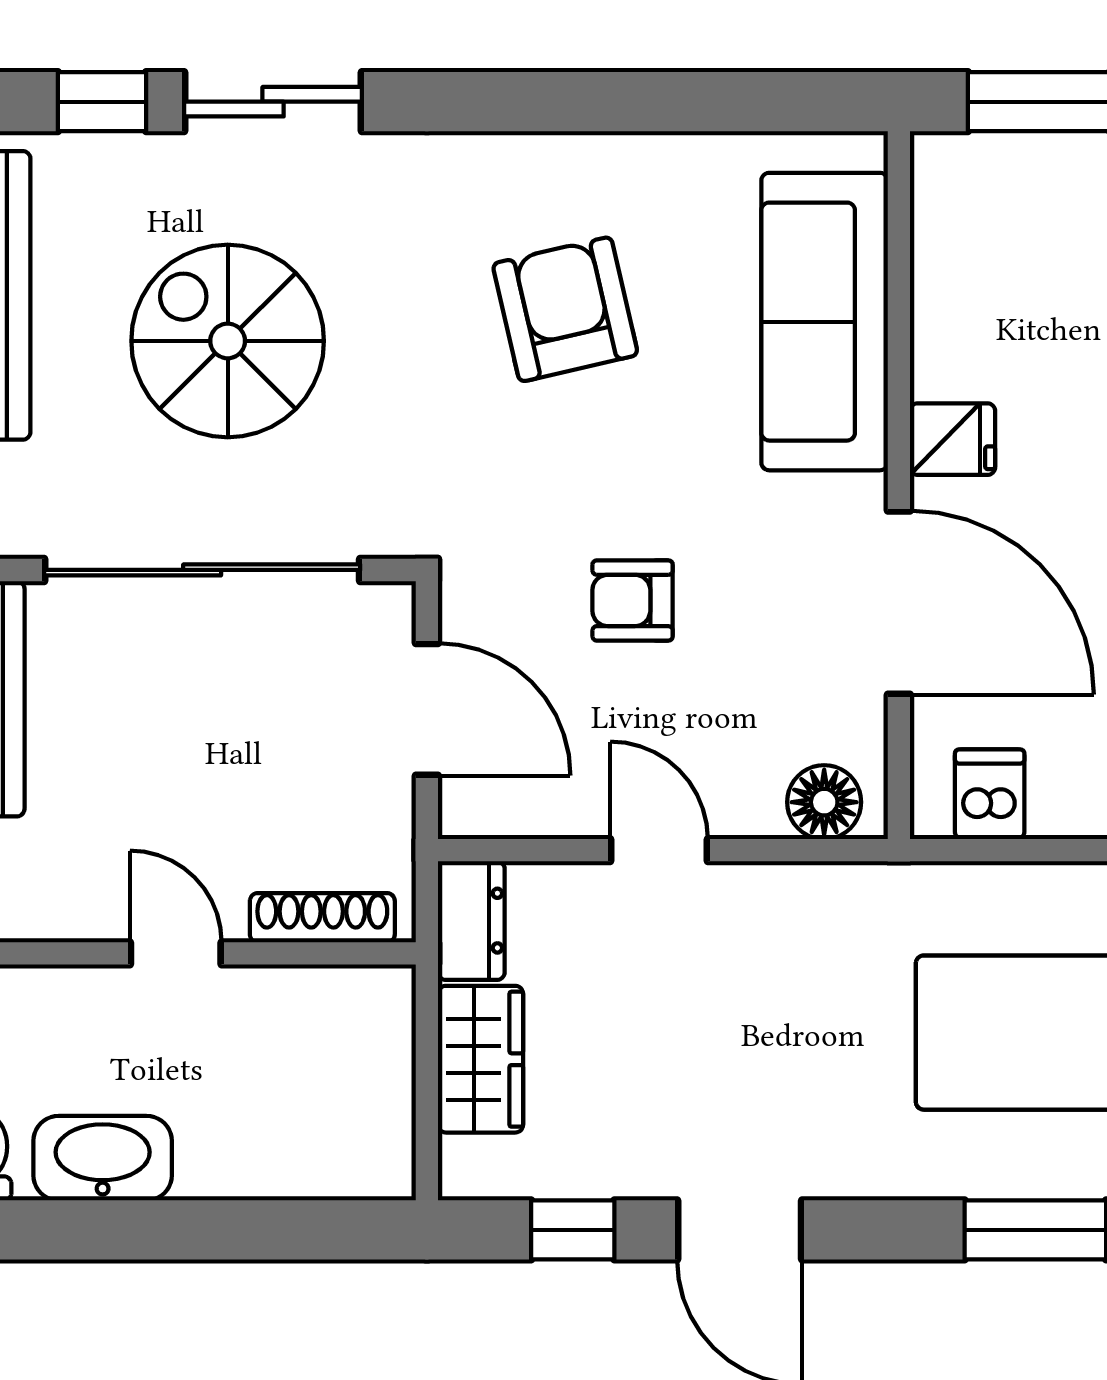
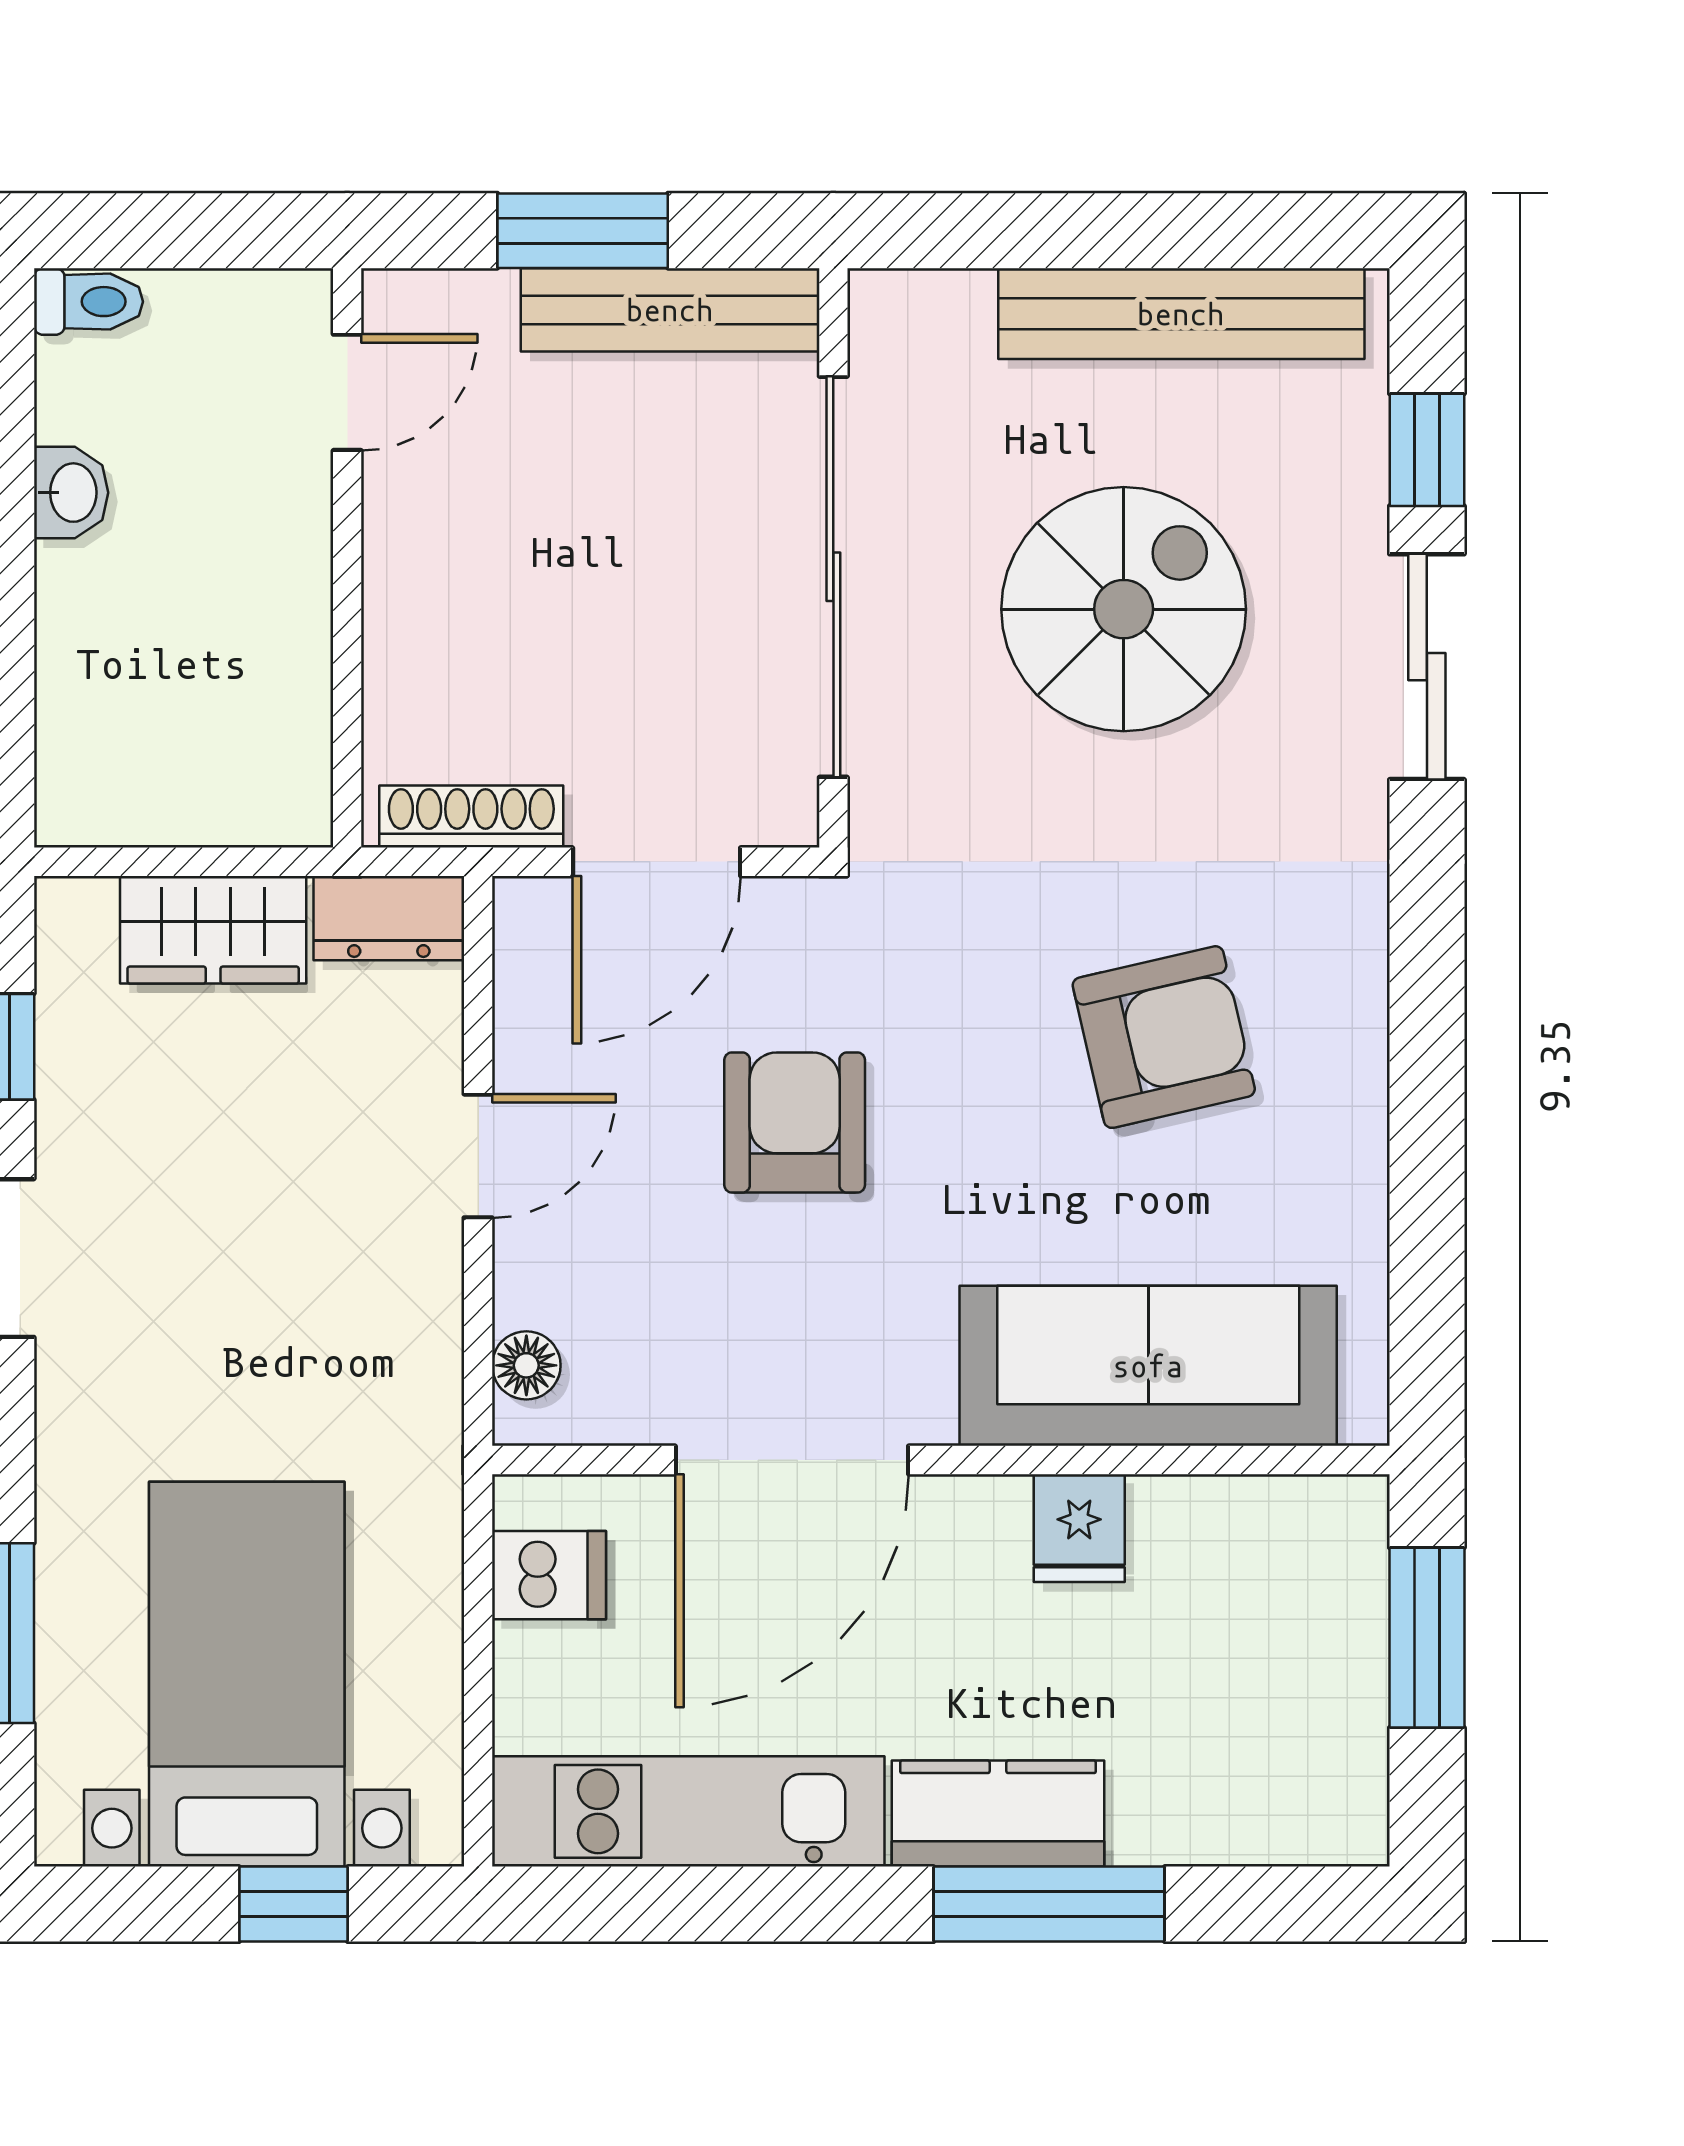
fridge: (953, 439) -> (1079, 1528), moved
armchair: (633, 600) -> (795, 1122), width x1.38, depth x1.38
floor lamp: (824, 802) -> (526, 1365), width x0.73, depth x0.73
shoe rack: (322, 918) -> (471, 816), moved, turned -90
door: (176, 953) -> (347, 392), moved
washbasin: (103, 1158) -> (71, 493), width x0.52, depth x0.69

